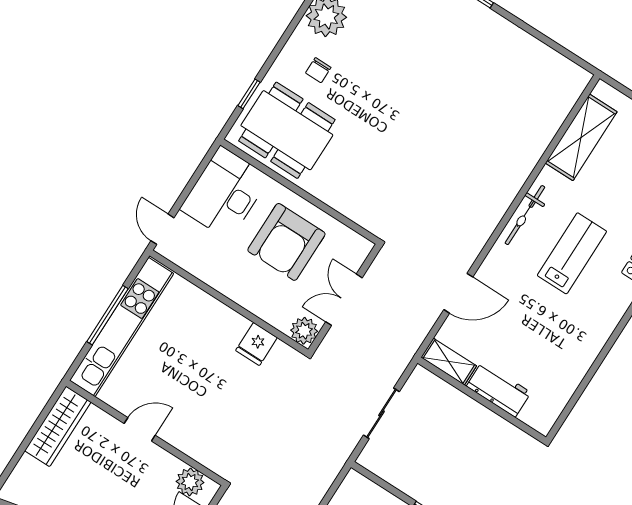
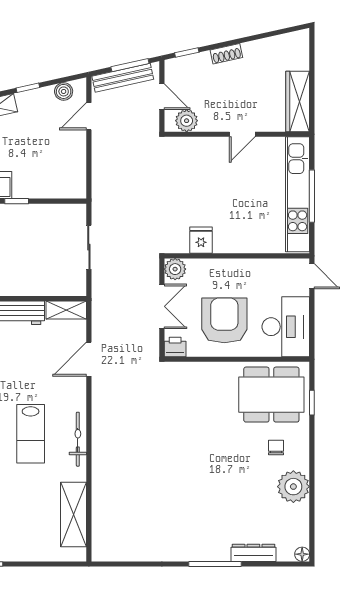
printer: (357, 247) -> (175, 347), added

